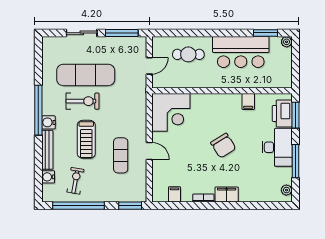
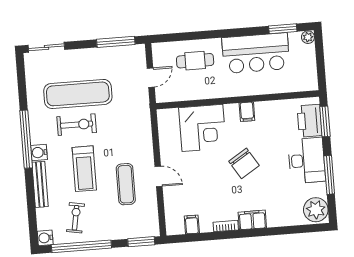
sliding door: (82, 33) -> (46, 47), moved
filing cabinet: (248, 102) -> (247, 112), moved
corner desk: (171, 112) -> (202, 128), moved
water cooler: (48, 177) -> (45, 238), moved
plant: (286, 190) -> (316, 210), width x1.87, depth x1.87

